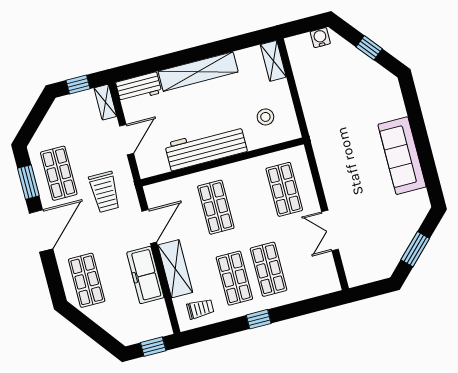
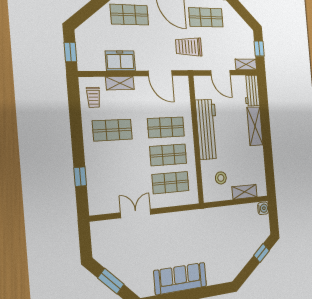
water cooler: (320, 38) -> (263, 208), moved
window: (369, 48) -> (262, 253), moved
shelving: (273, 61) -> (245, 192), moved
shelving: (198, 72) -> (255, 126), width x0.68
shelving: (175, 269) -> (120, 83), width x0.67, depth x0.75
shop shelf: (269, 269) -> (168, 155), moved
freezer: (145, 275) -> (120, 61), width x0.71
window: (259, 319) -> (80, 177), moved

